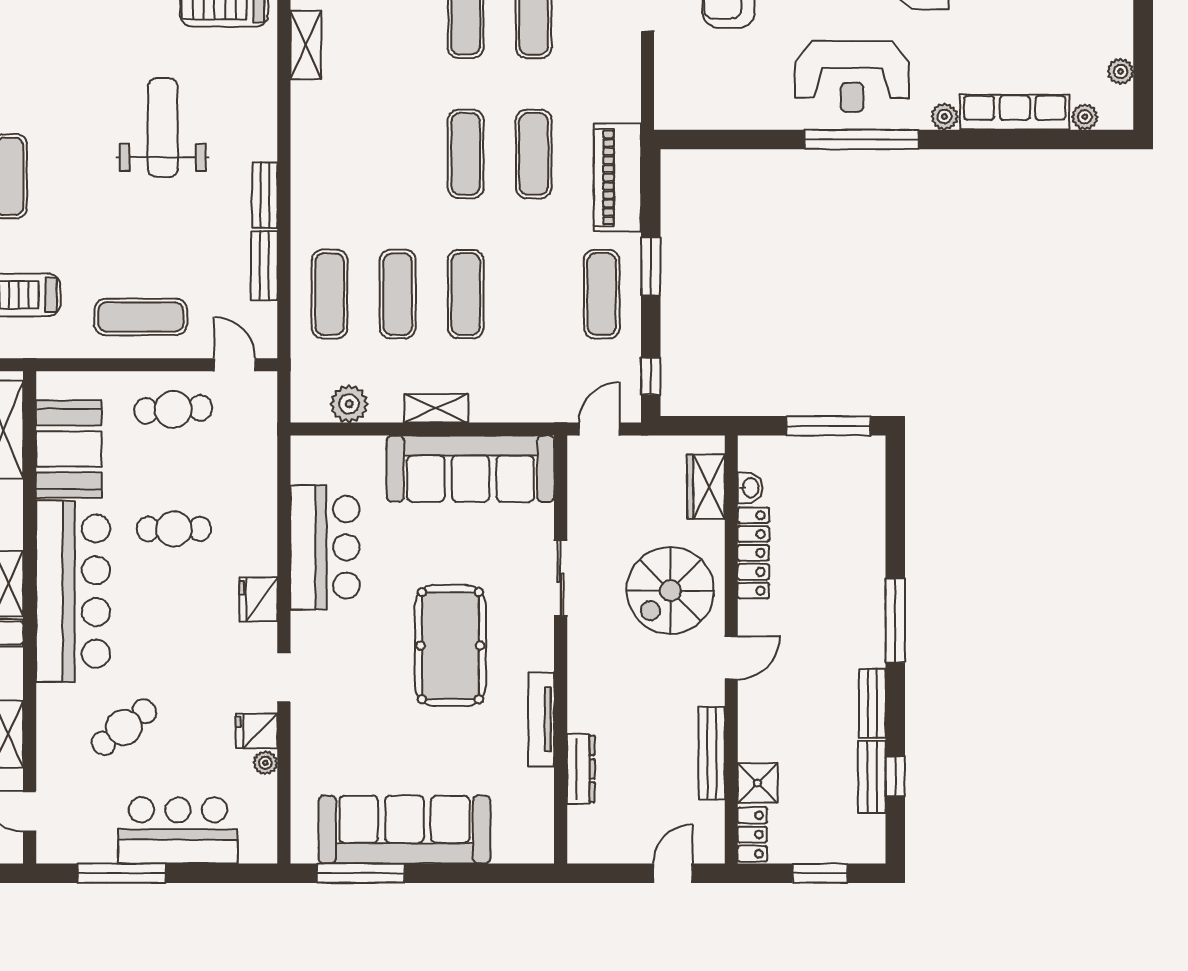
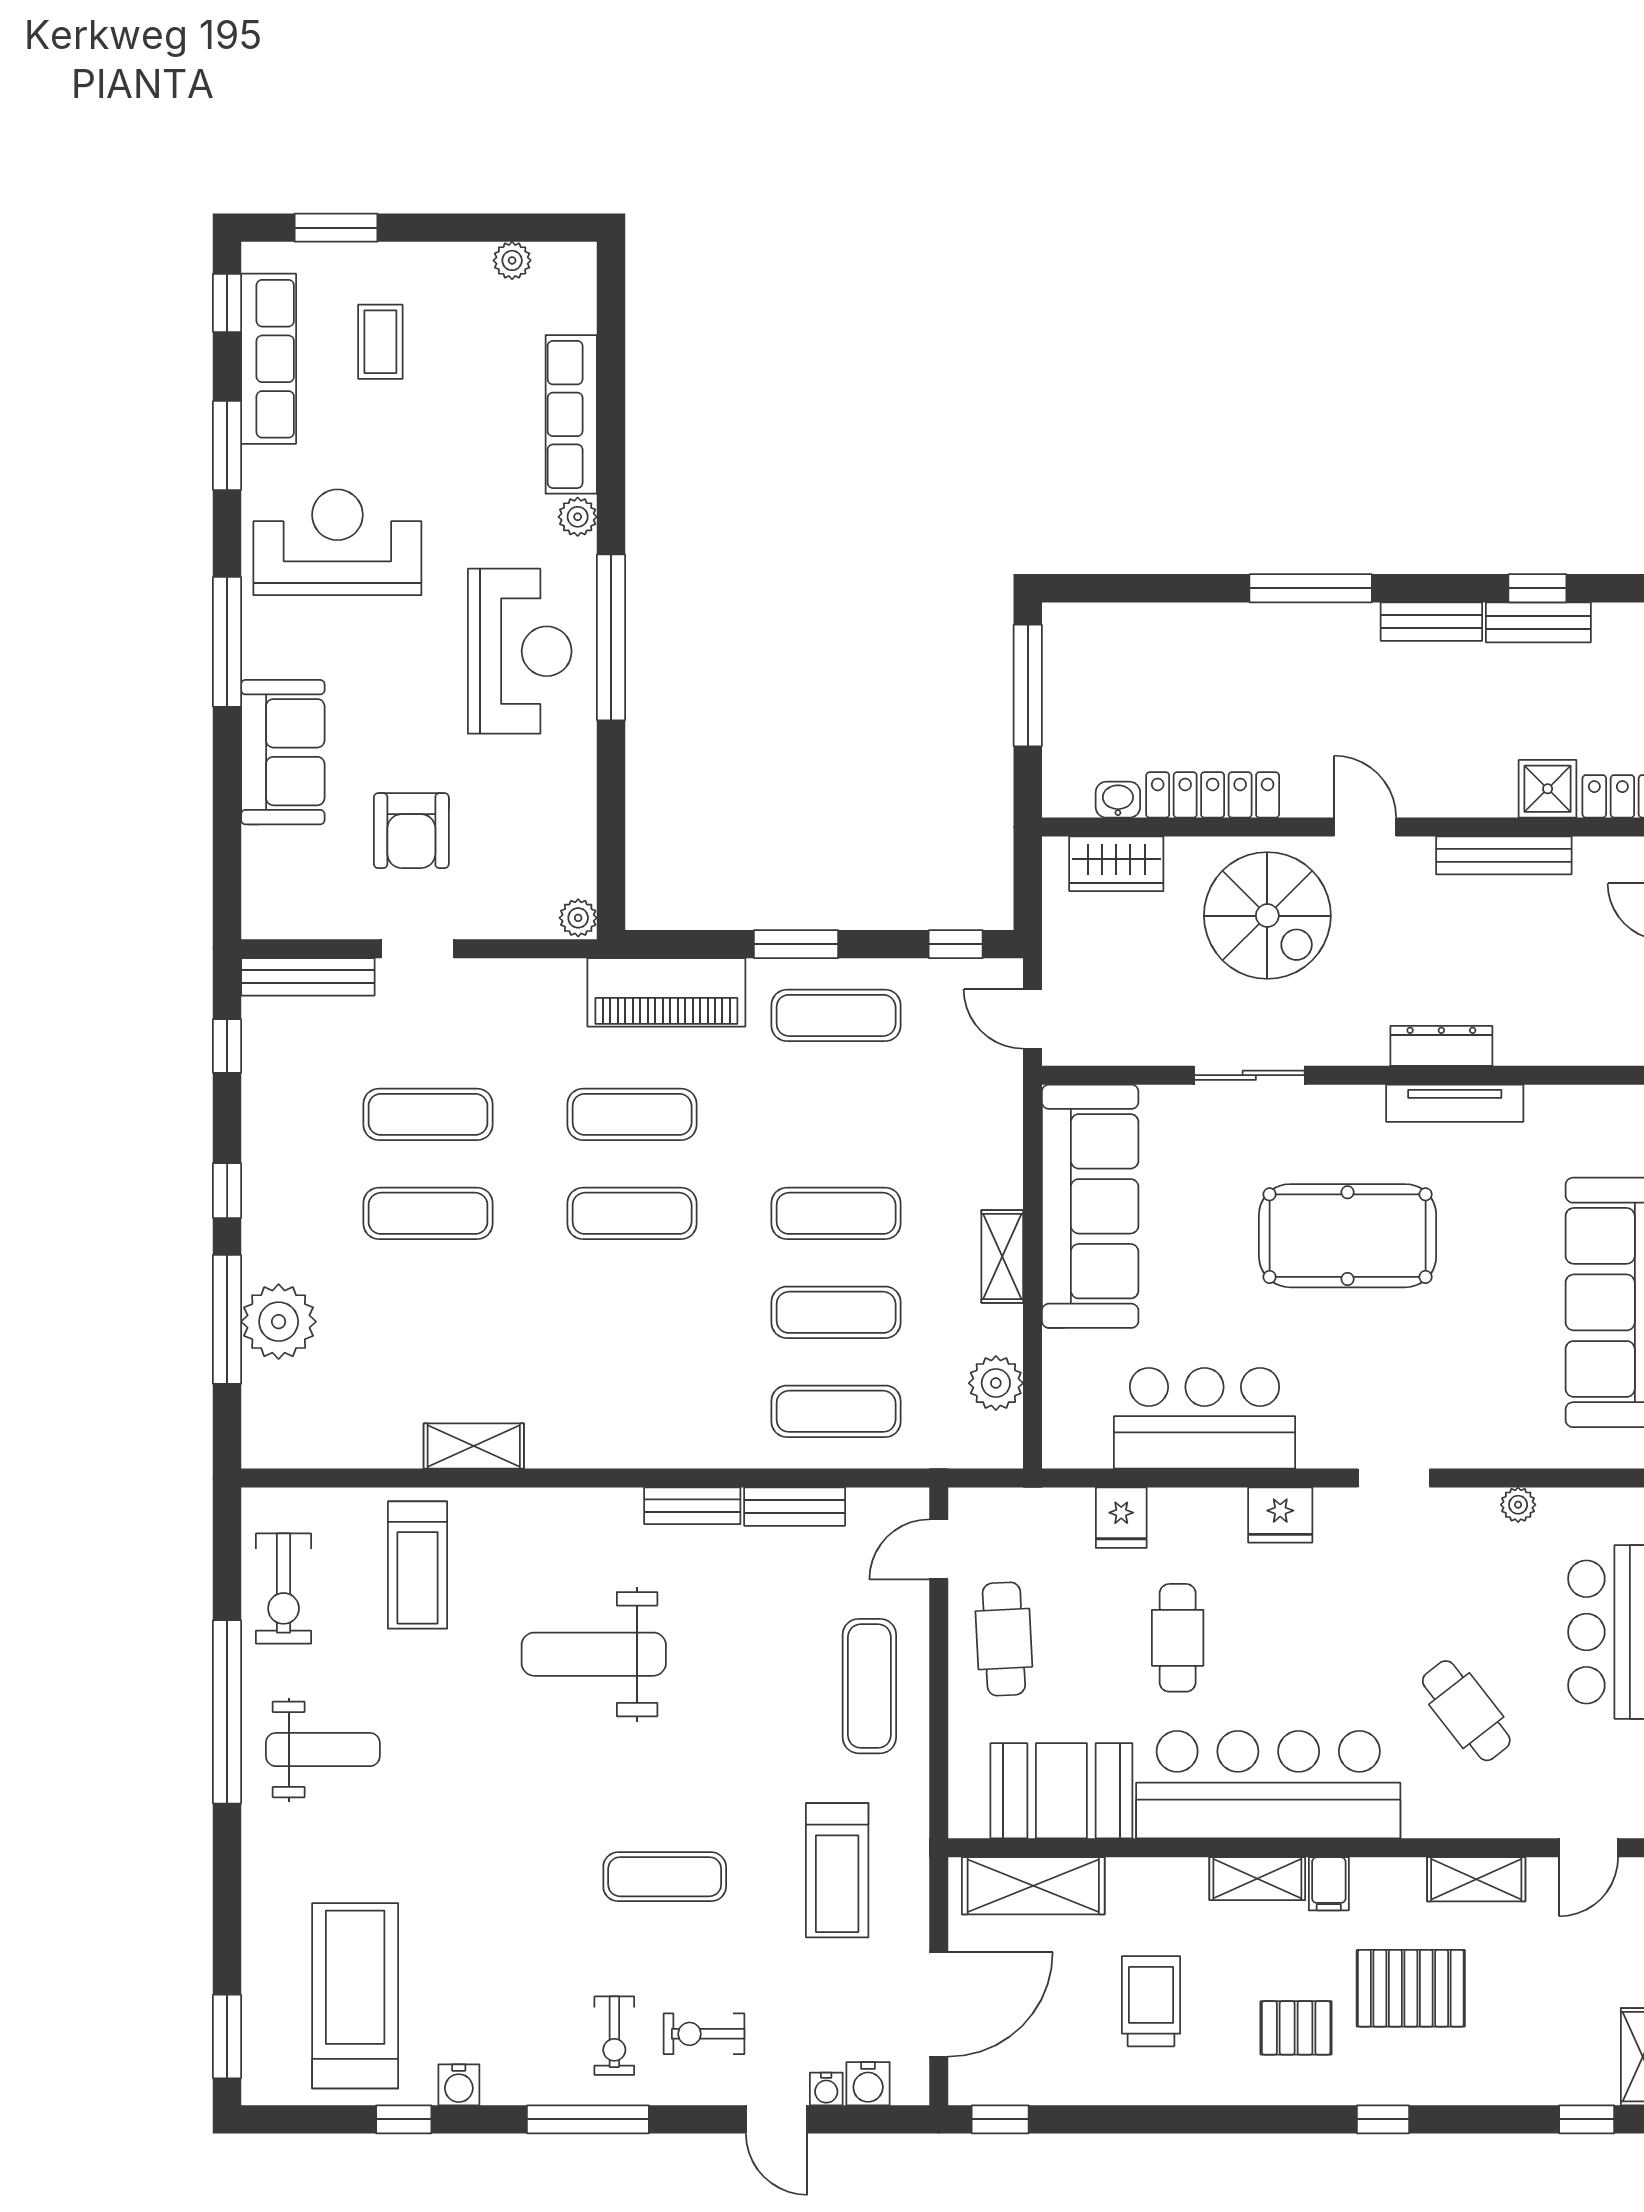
plant: (1085, 117) -> (578, 918), moved
fridge: (257, 731) -> (1121, 1518), moved
dresser: (581, 769) -> (1441, 1046), moved

